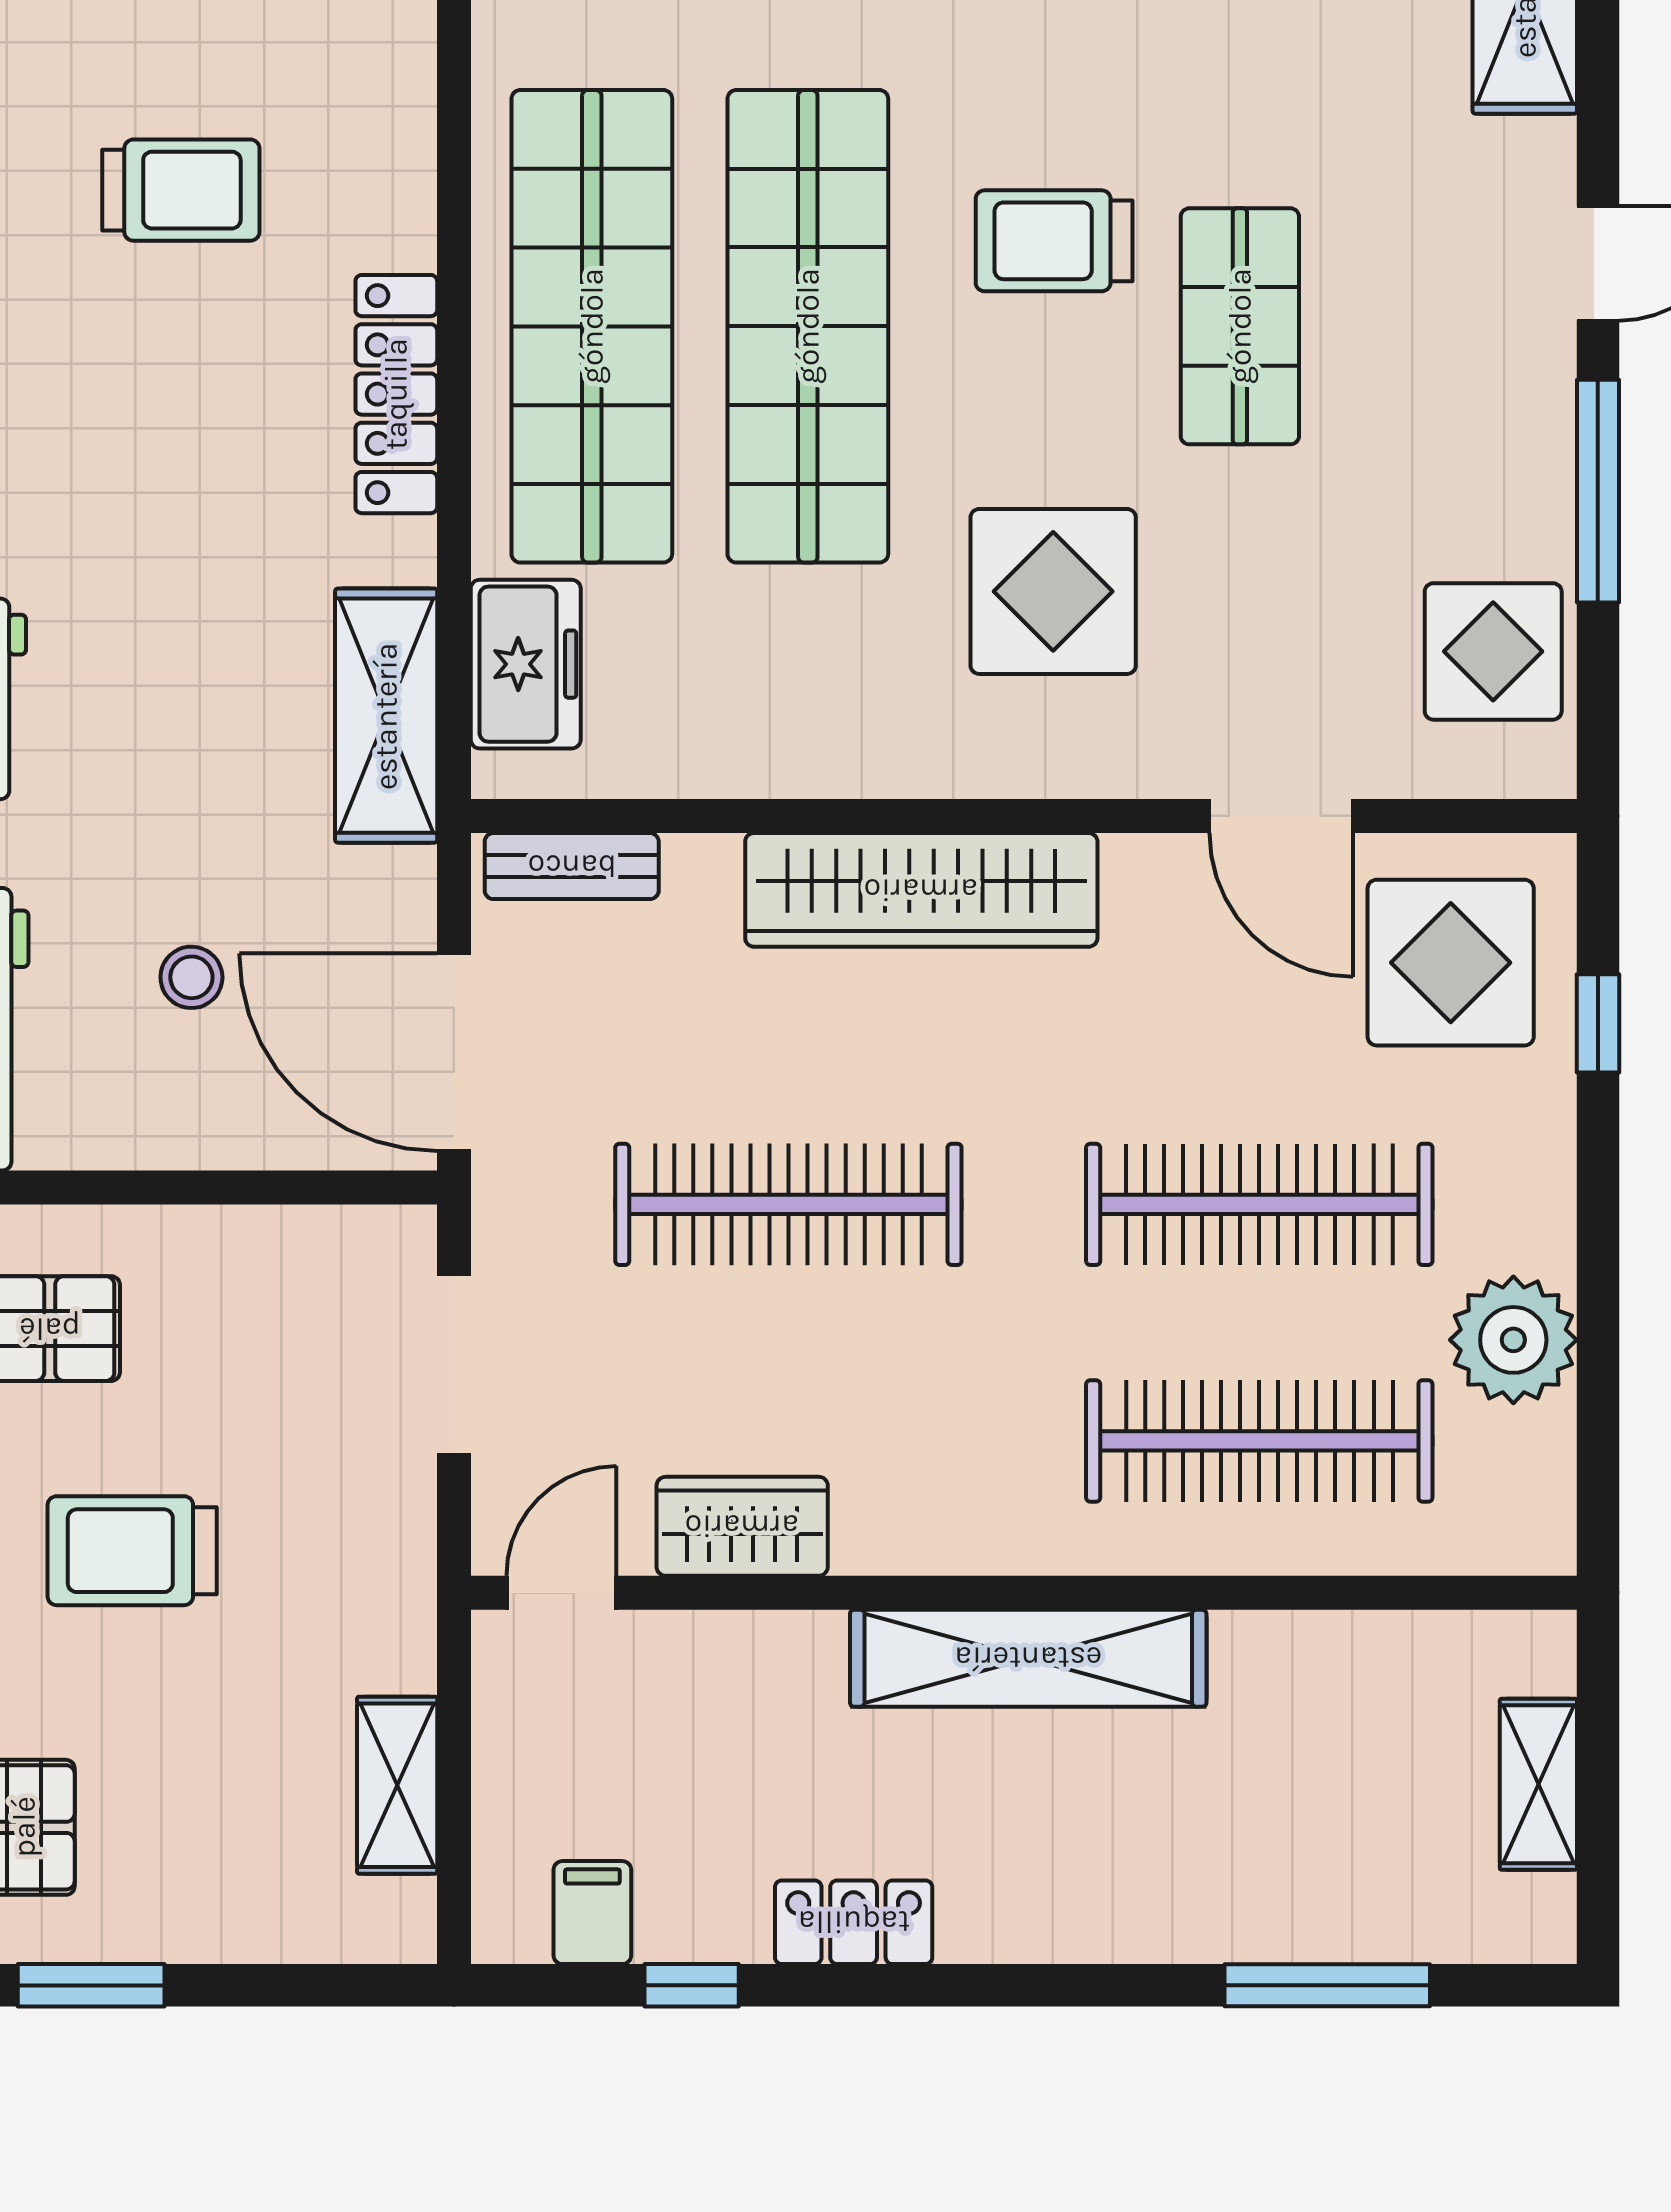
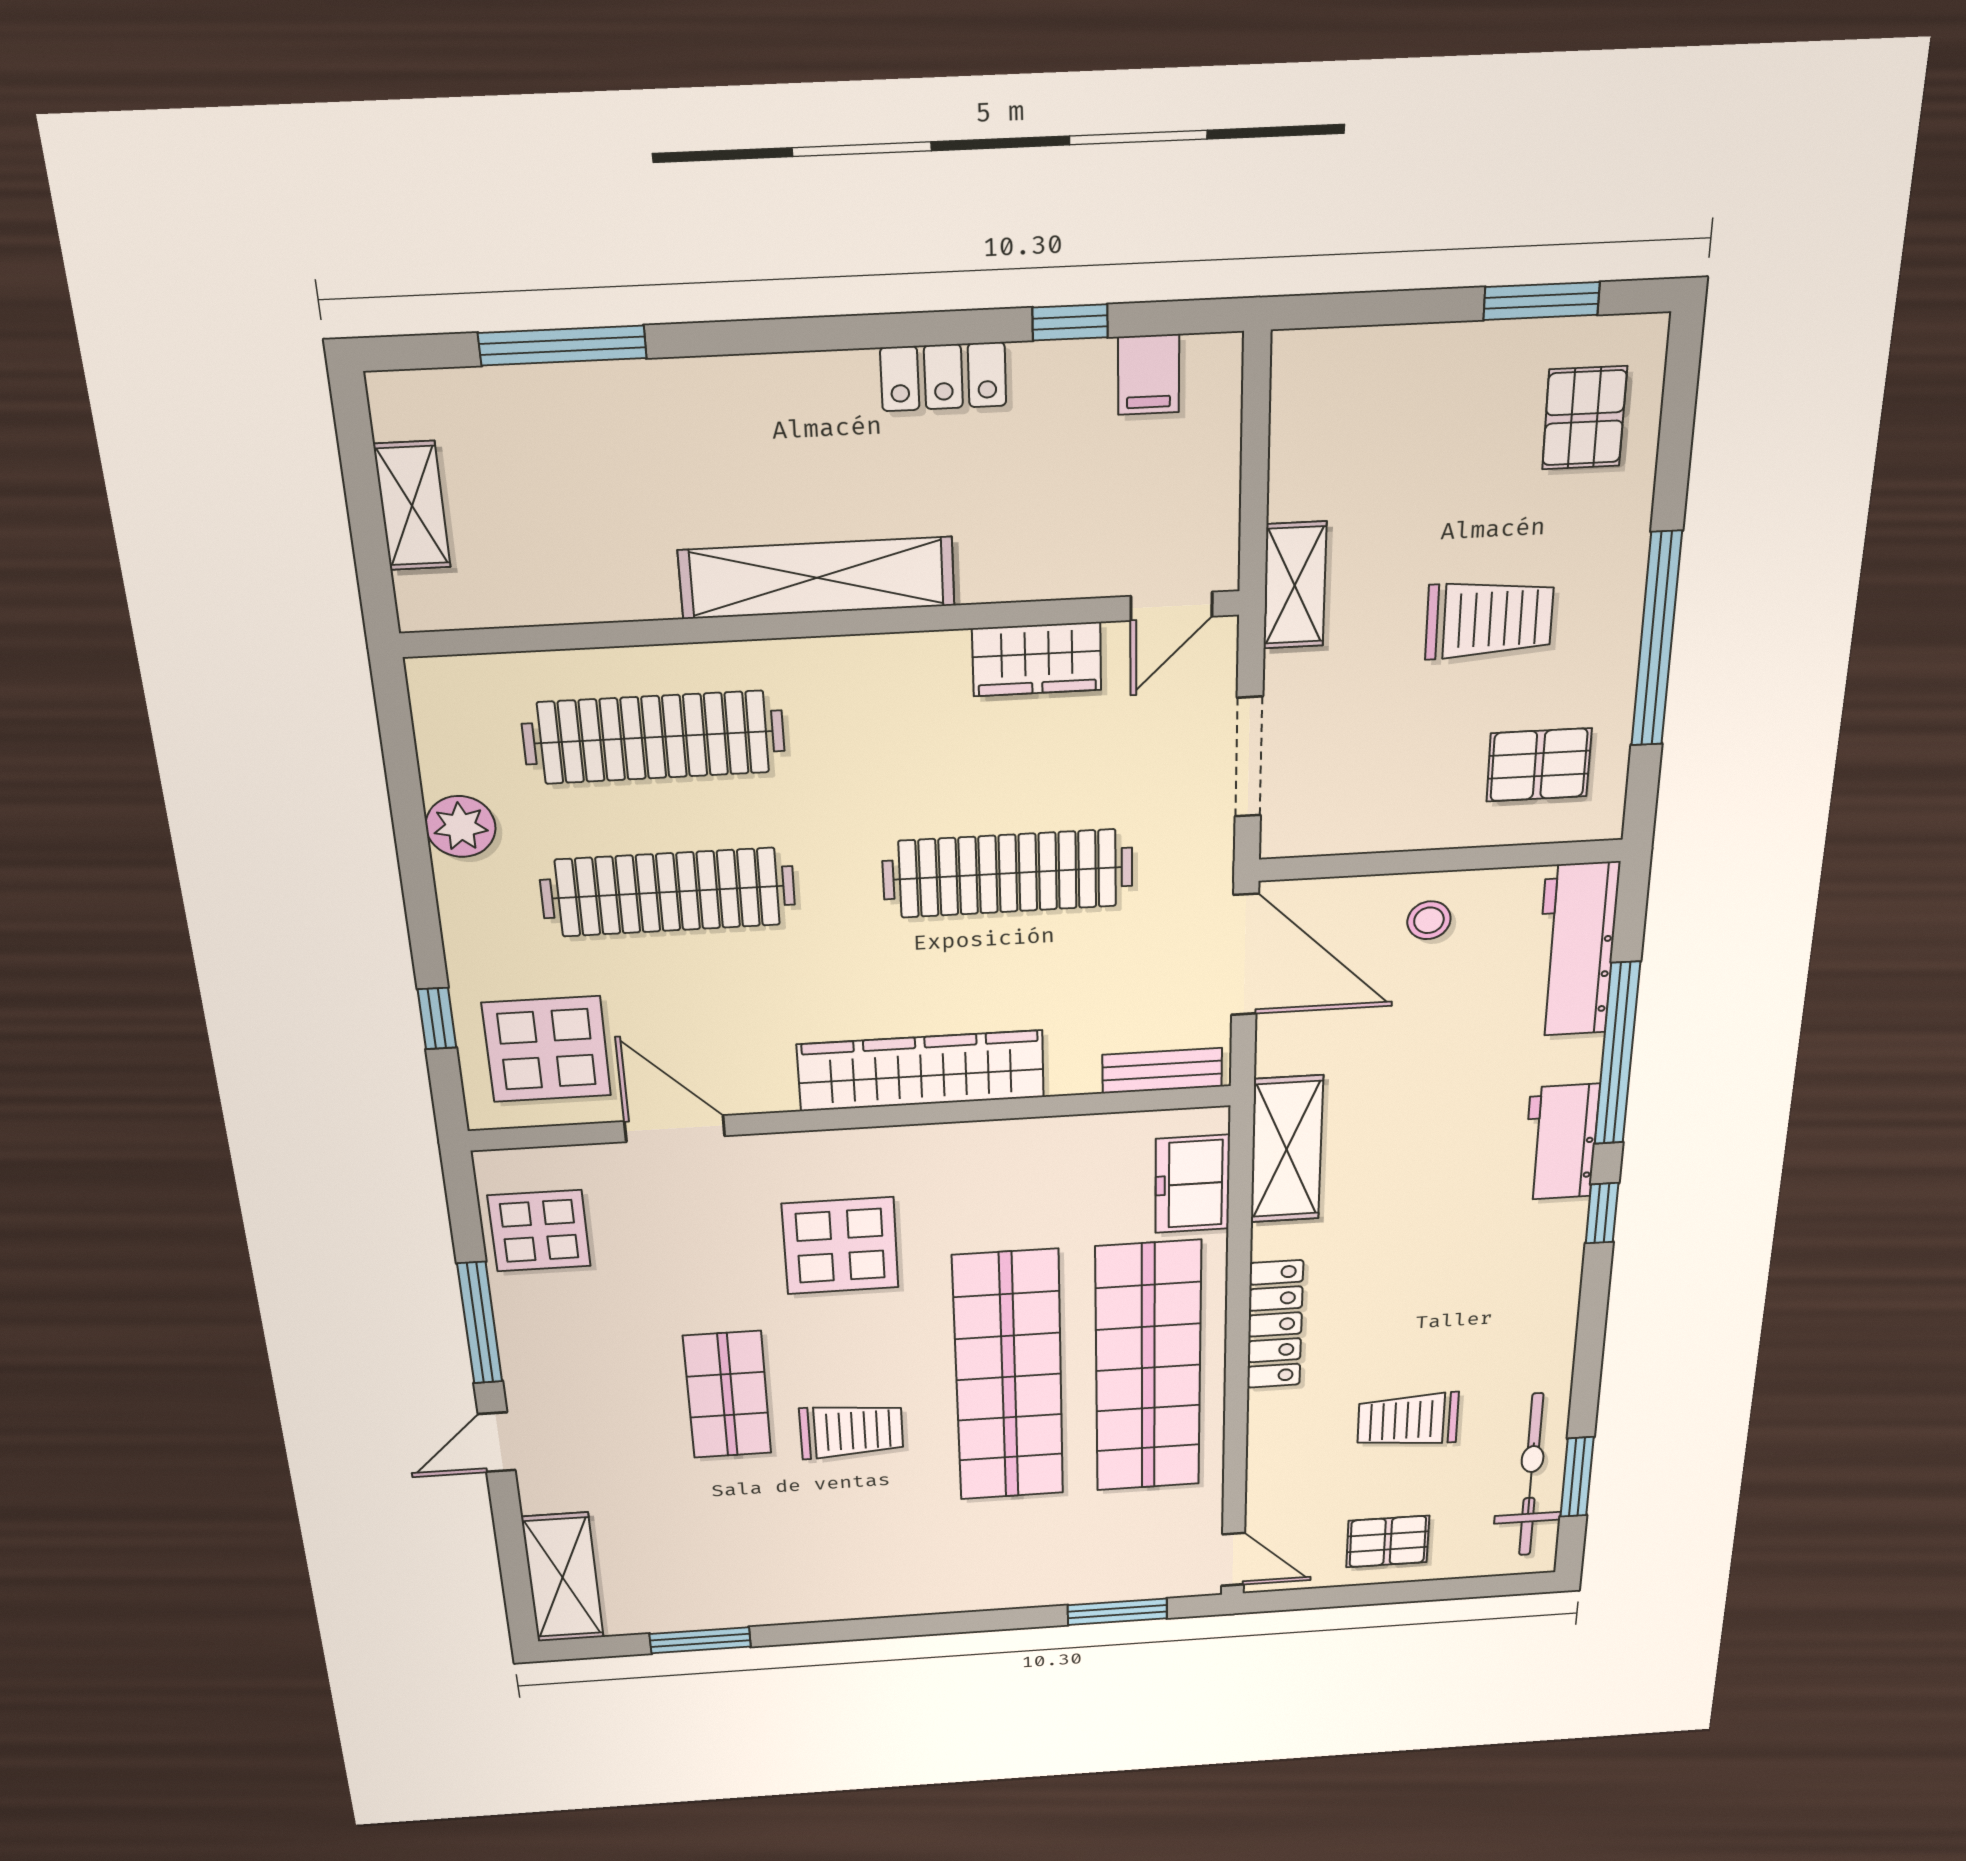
stool: (191, 977) -> (1429, 920), moved
plant: (1513, 1340) -> (461, 827), width x0.73, depth x0.73
shelving: (397, 1785) -> (1295, 585), moved

